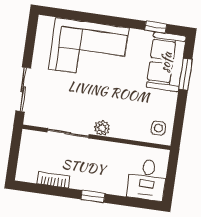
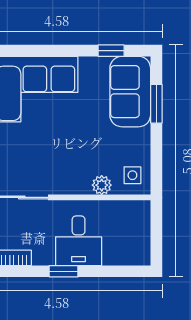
plant: (102, 128) -> (102, 185), moved
desk: (147, 180) -> (79, 241), moved

